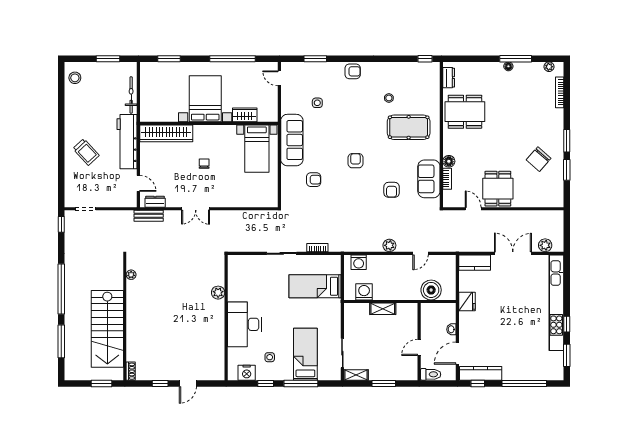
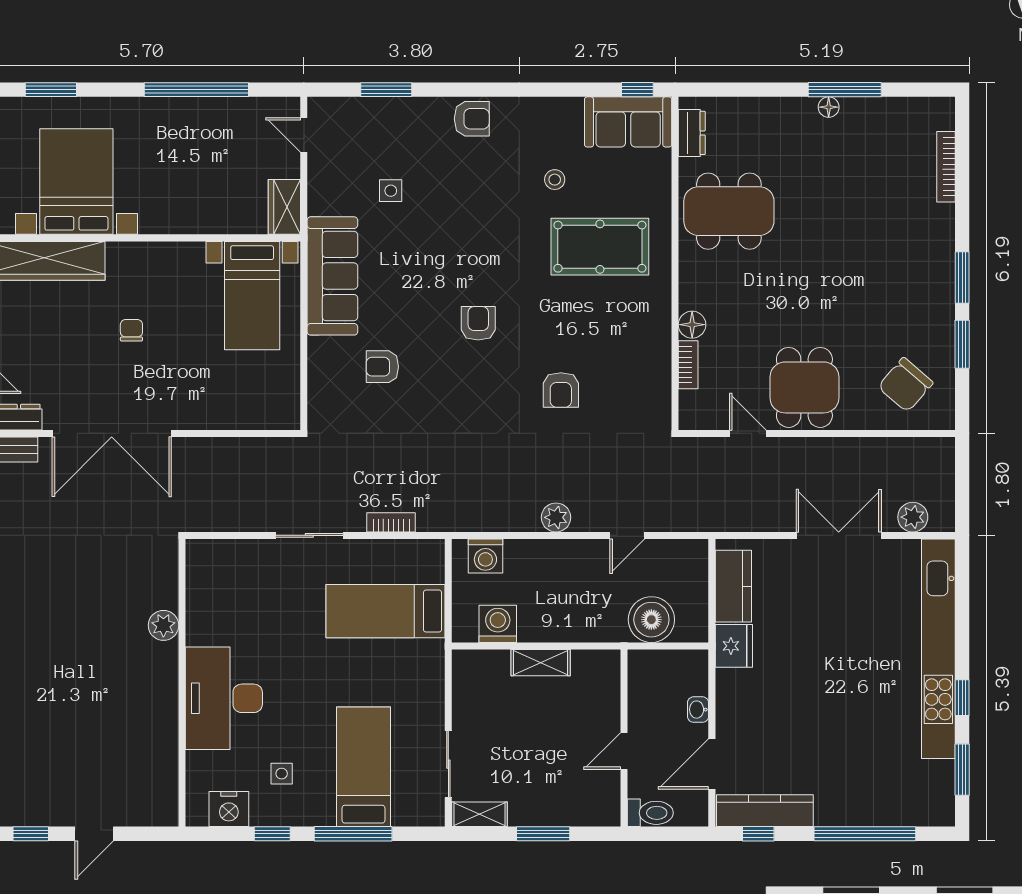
plant: (549, 67) -> (922, 108), removed
bed with nightstands: (205, 99) -> (76, 182), moved
wardrobe: (245, 115) -> (284, 207), moved, turned -90
chair: (539, 159) -> (905, 385), moved
sofa: (429, 179) -> (628, 122), moved, turned -90
armchair: (314, 180) -> (382, 367), turned 180
double door: (196, 209) -> (112, 433), width x1.87
kitchen counter: (475, 263) -> (733, 586), moved, turned -90

